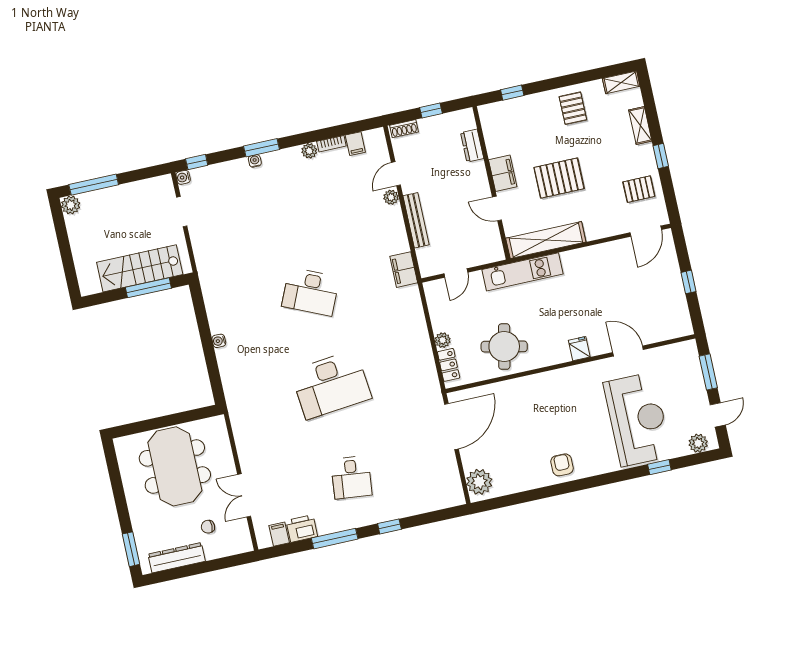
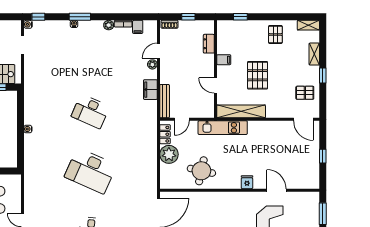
filing cabinet: (503, 173) -> (224, 60), width x0.50
pallet: (559, 178) -> (258, 75), turned 90
bench: (416, 220) -> (165, 101), moved
door: (646, 231) -> (303, 119), hinge flipped
filing cabinet: (404, 270) -> (150, 90), moved
plant: (443, 340) -> (169, 154), width x1.88, depth x1.88
locker: (449, 365) -> (165, 134), moved
desk: (331, 385) -> (90, 171), turned 30

